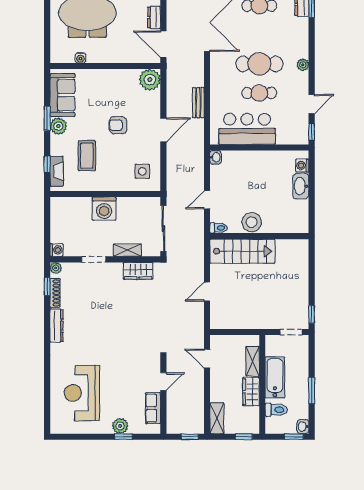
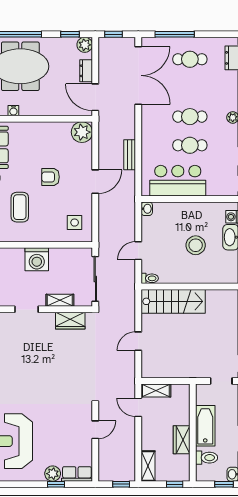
cafe table: (259, 64) -> (190, 117), width x0.73, depth x0.74
stool: (252, 222) -> (196, 245), moved
shelving: (253, 361) -> (156, 391), moved, turned 90
row of seats: (153, 408) -> (77, 474), moved, turned 90

